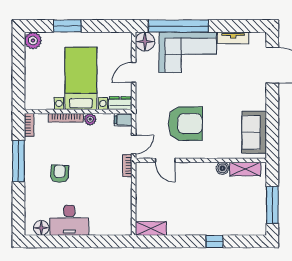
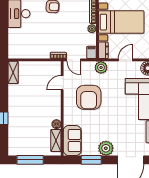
door: (134, 72) -> (126, 60), hinge flipped
plant: (256, 100) -> (106, 148), added
plant: (144, 106) -> (101, 67), added
window: (272, 120) -> (91, 160), added
sofa: (254, 132) -> (72, 141), moved, turned 90

